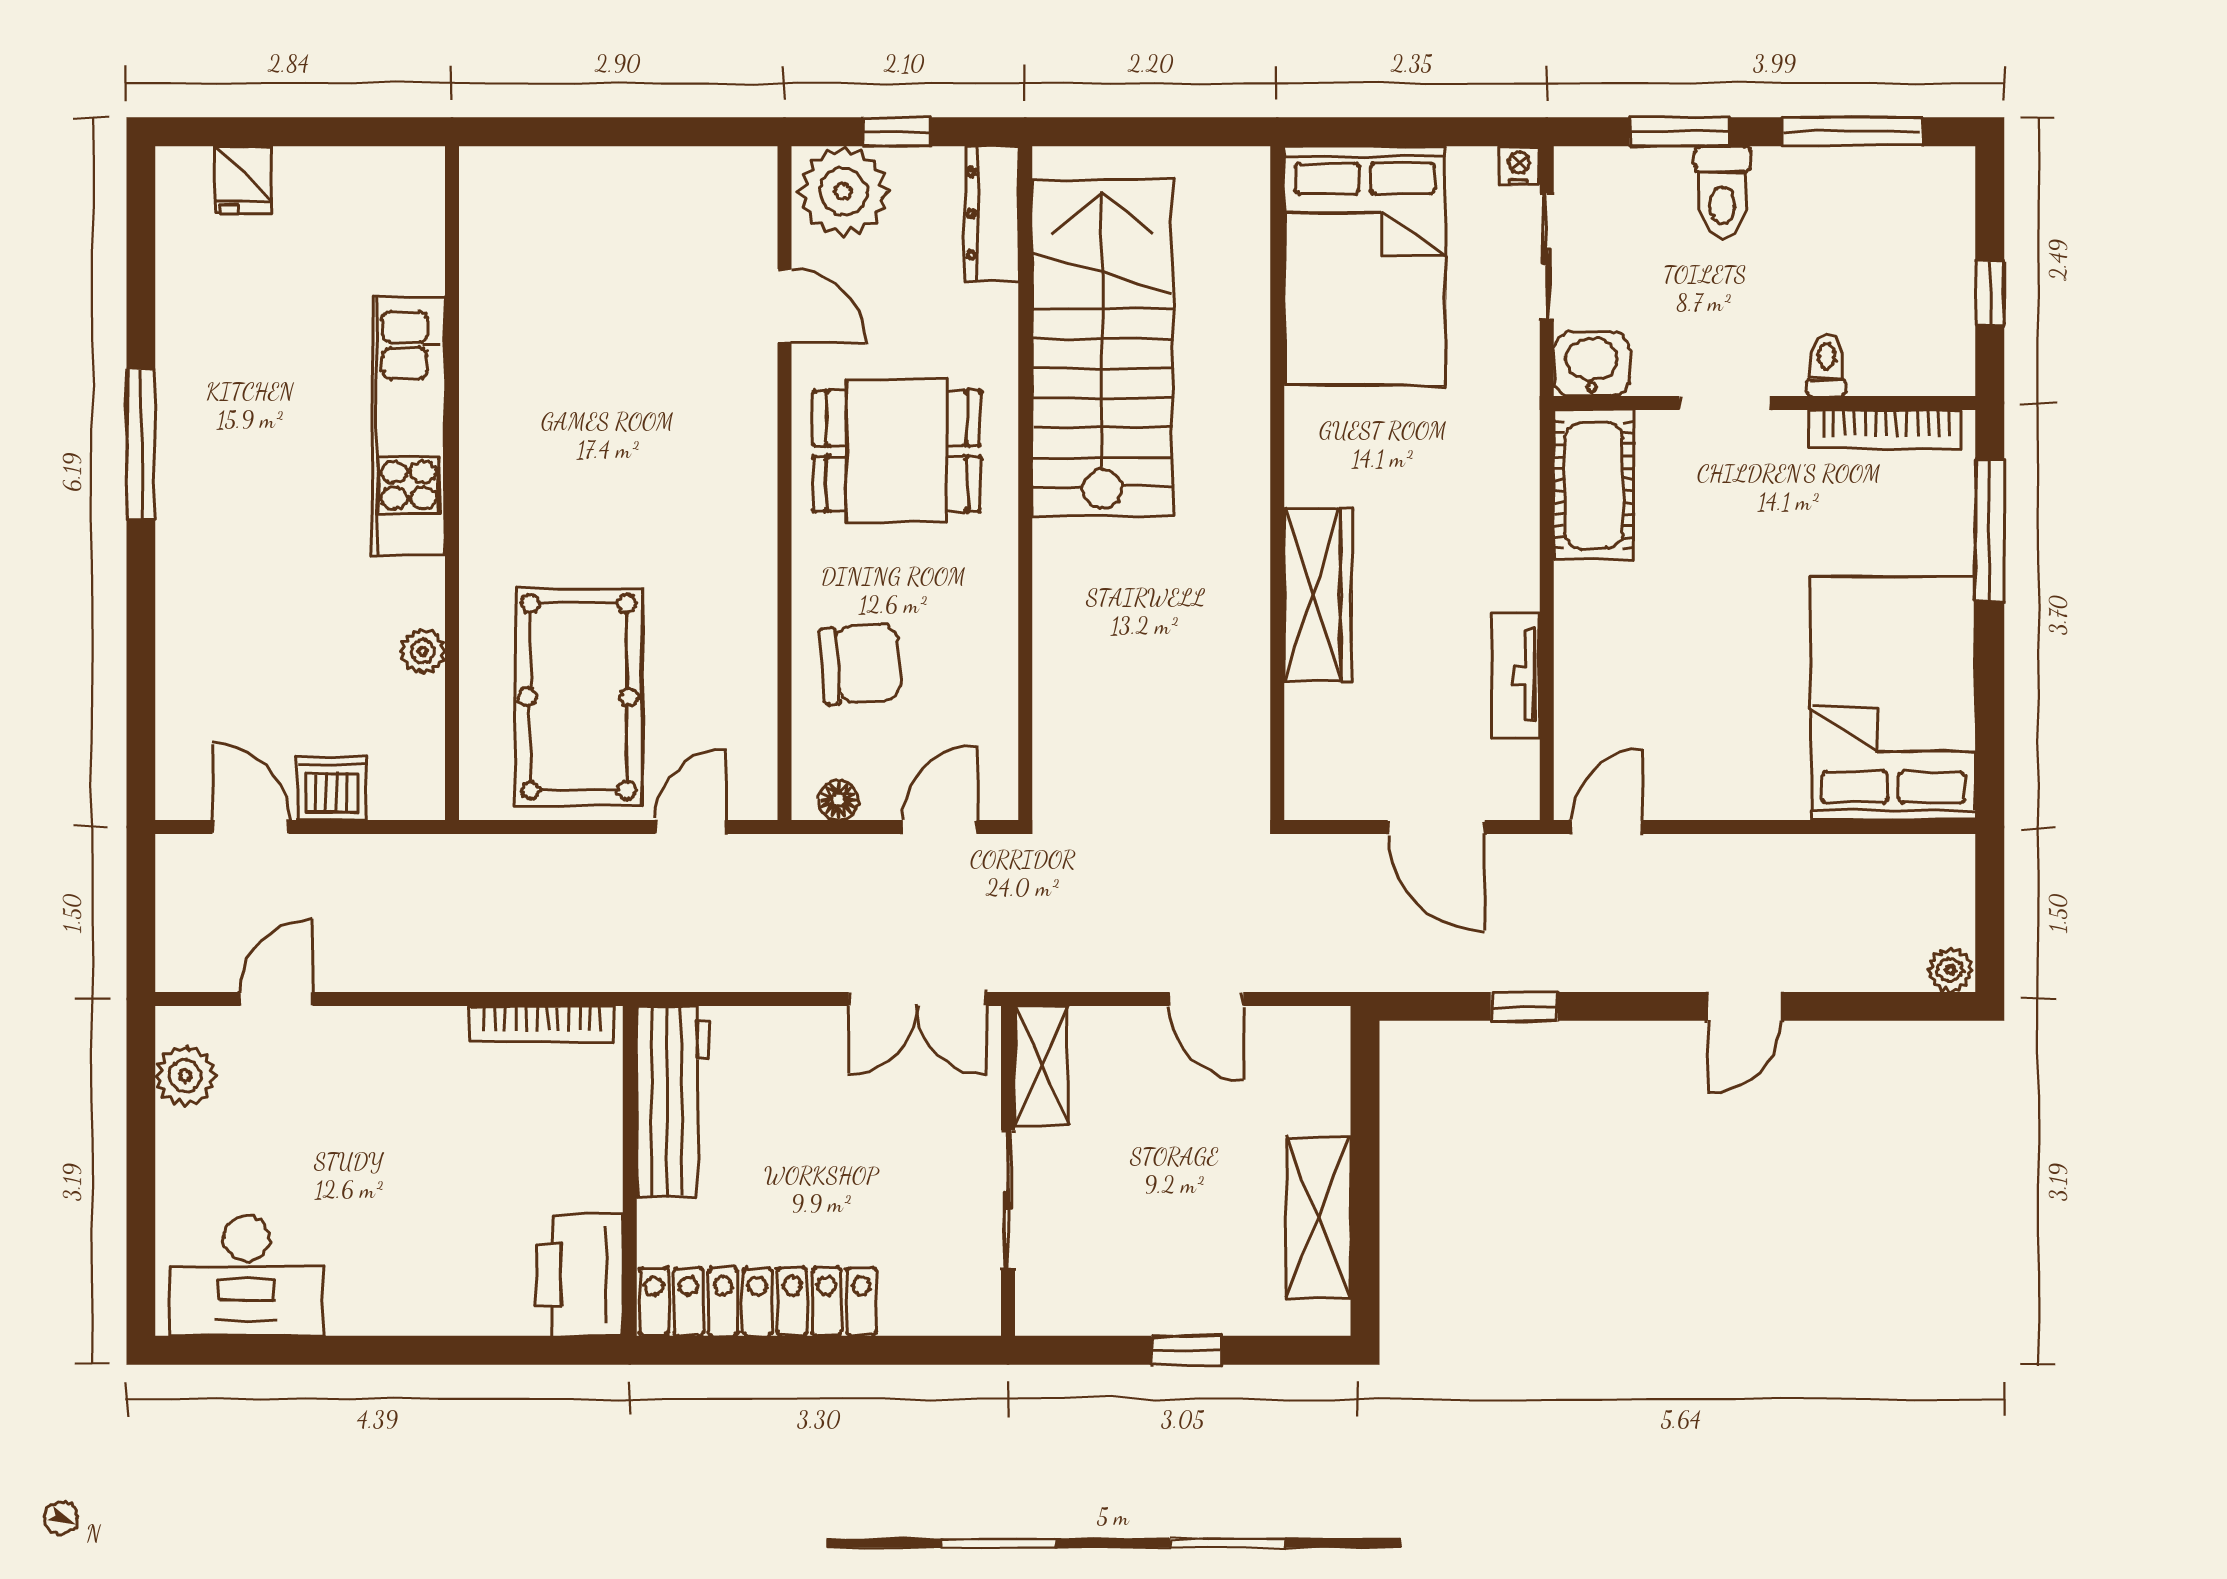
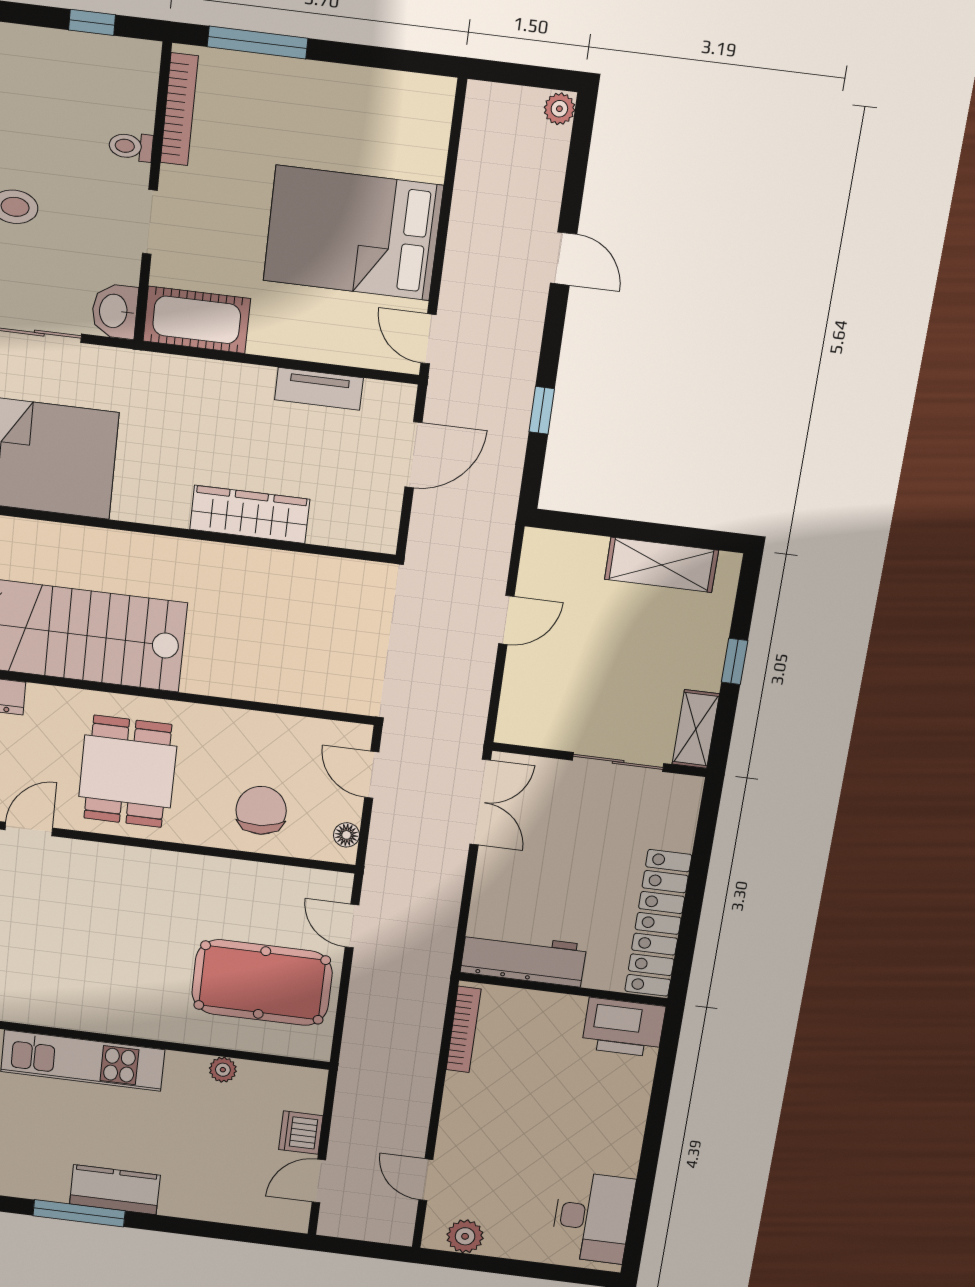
kitchen counter: (191, 499) -> (115, 1190), added
bed: (1893, 698) -> (353, 233), moved
shelving: (1042, 1065) -> (696, 729), moved, turned 90

